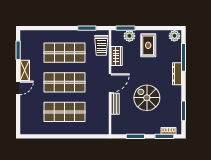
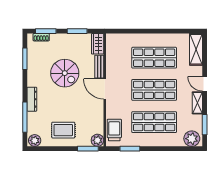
plant: (129, 36) -> (97, 140), moved
plant: (30, 37) -> (192, 139), added
rug: (148, 45) -> (63, 130), turned 90
wardrobe: (117, 56) -> (98, 44), moved
door: (110, 83) -> (105, 89), hinge flipped
door: (18, 88) -> (205, 84), hinge flipped
shelving: (26, 120) -> (196, 49), added

